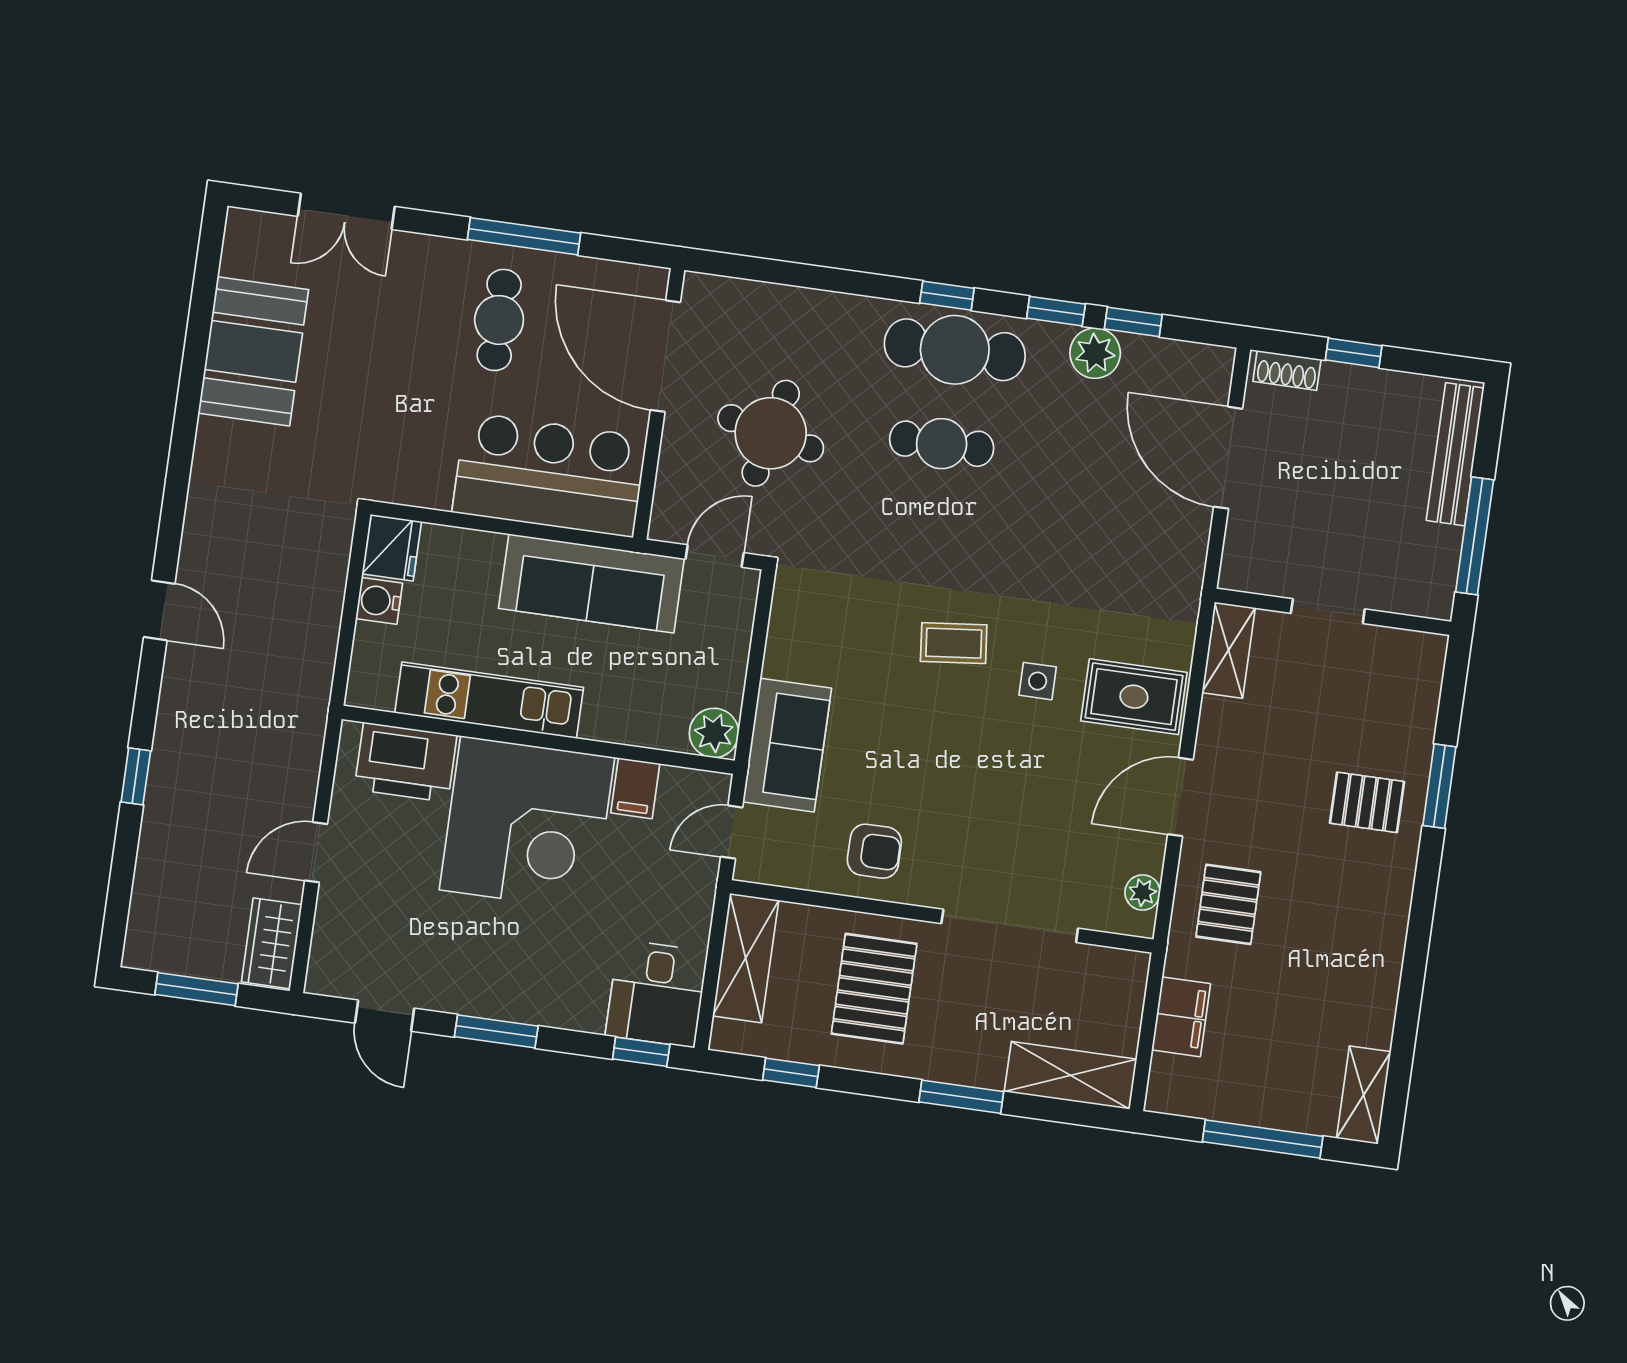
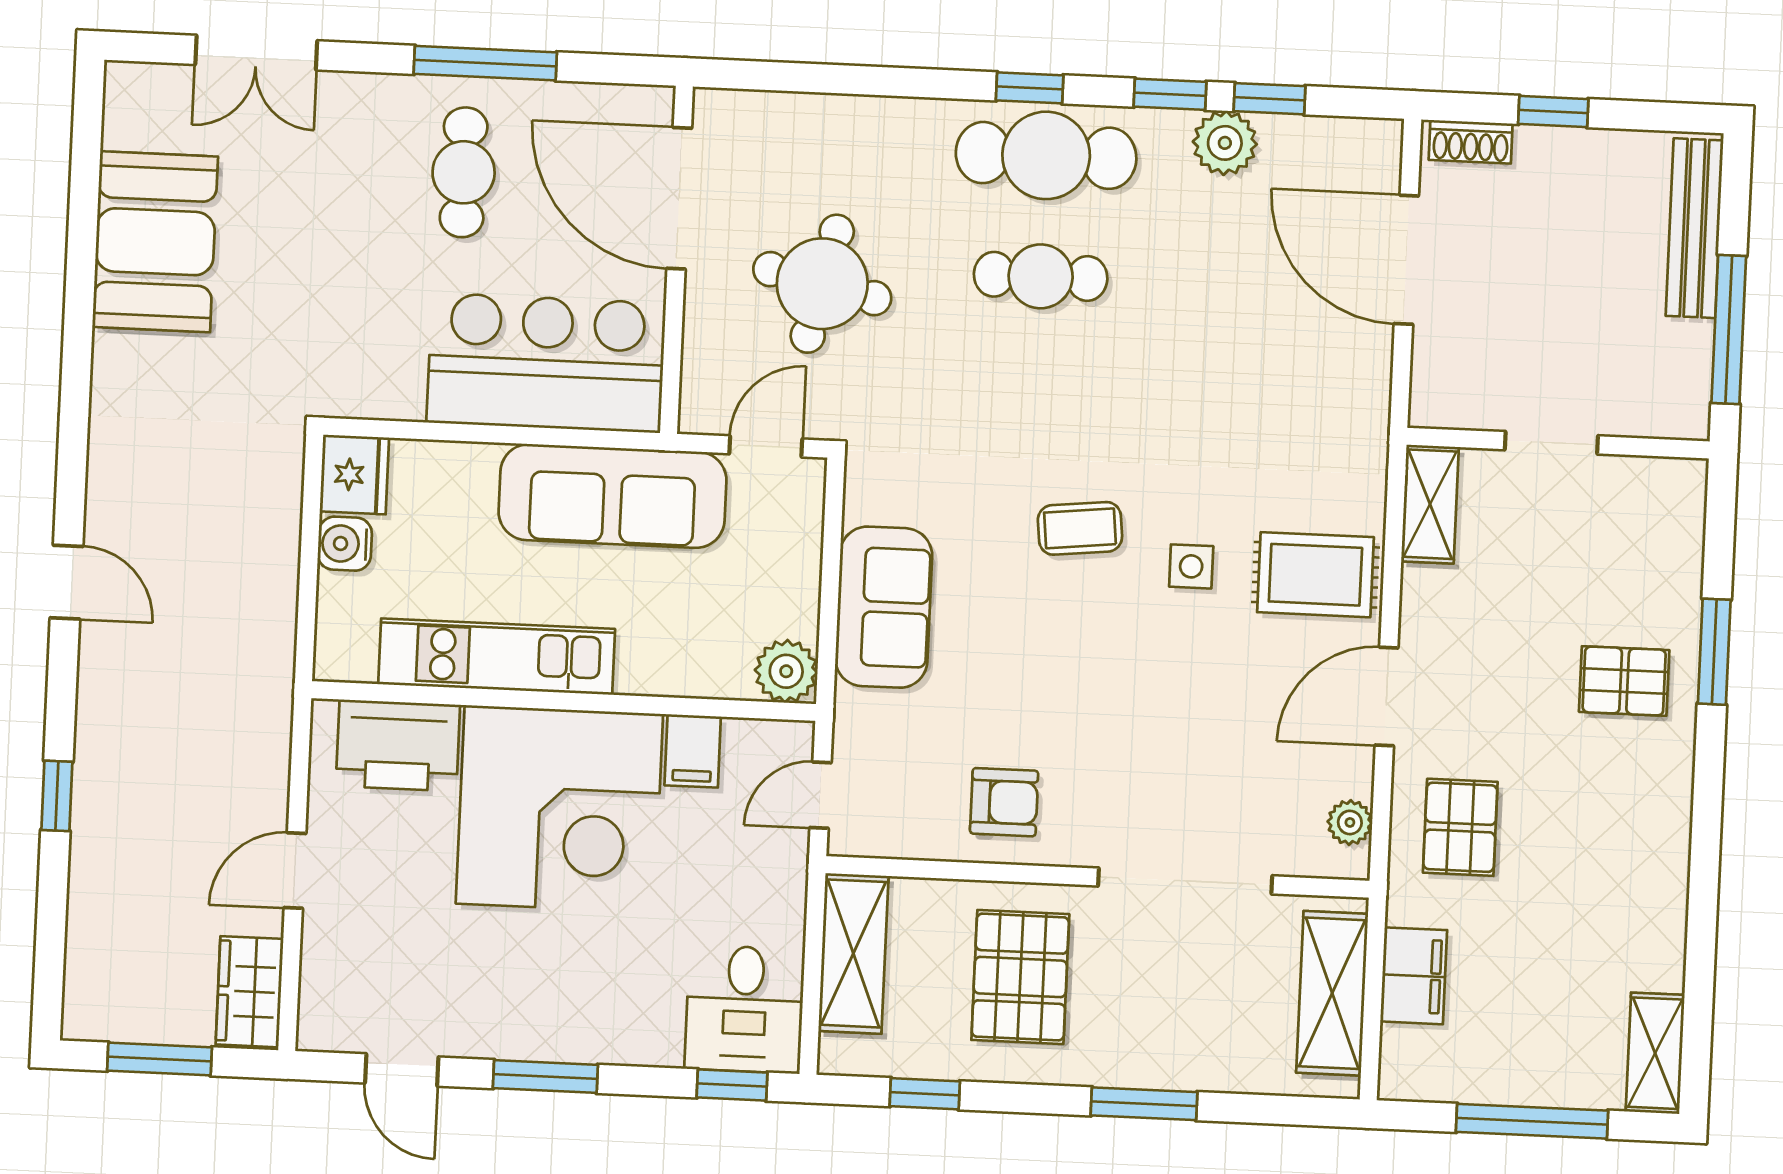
sofa: (787, 745) -> (884, 607), moved
shelving: (1071, 1075) -> (1332, 993), moved, turned 90

